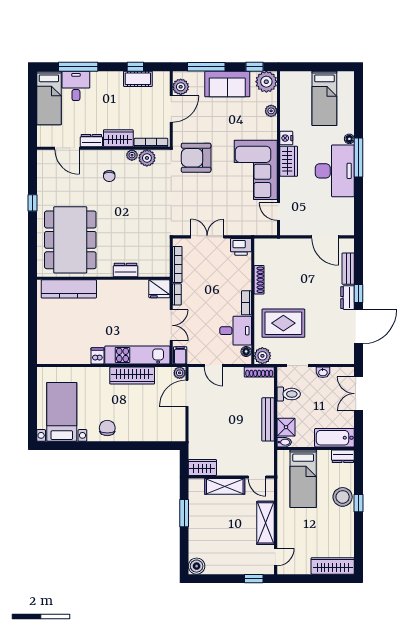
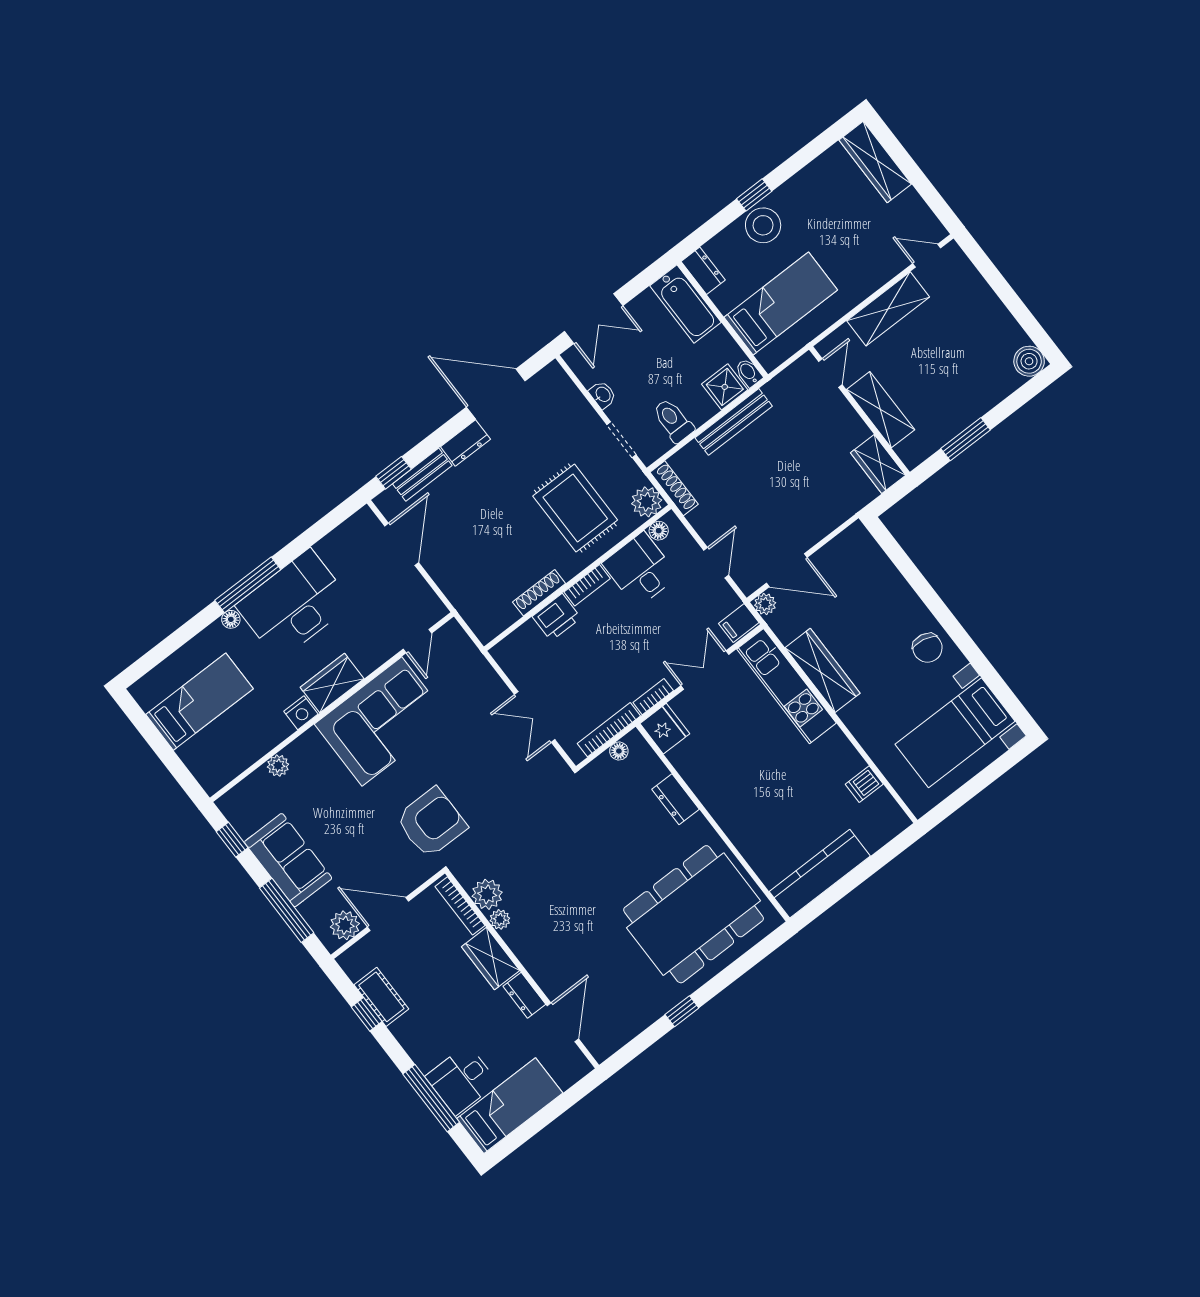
plant: (266, 82) -> (241, 805), removed
armchair: (196, 158) -> (431, 823), turned -90
chair: (109, 176) -> (556, 929), removed
printer: (241, 247) -> (557, 617), moved, turned 90
floor lamp: (165, 262) -> (619, 751), added
kitchen counter: (69, 289) -> (820, 874), moved, turned -90
window: (359, 293) -> (393, 473), moved
dishwasher: (97, 356) -> (864, 784), moved
chair: (107, 428) -> (927, 648), turned -79
window: (254, 579) -> (983, 263), removed

